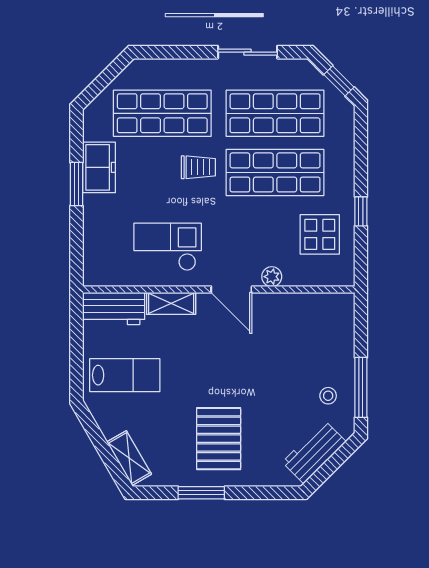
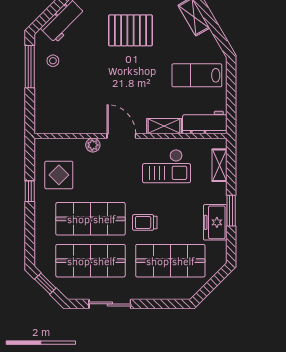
shelving: (93, 248) -> (219, 165), added
pallet: (219, 439) -> (130, 30), turned 90

